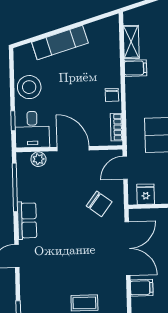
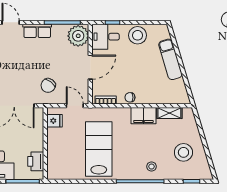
filing cabinet: (135, 68) -> (143, 116), width x2.00
plant: (38, 159) -> (78, 36), width x1.87, depth x1.87

